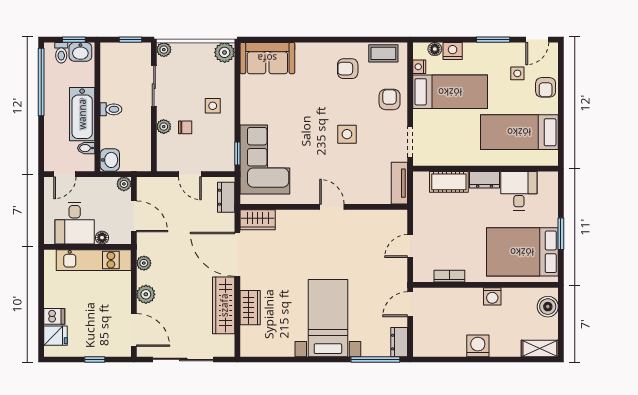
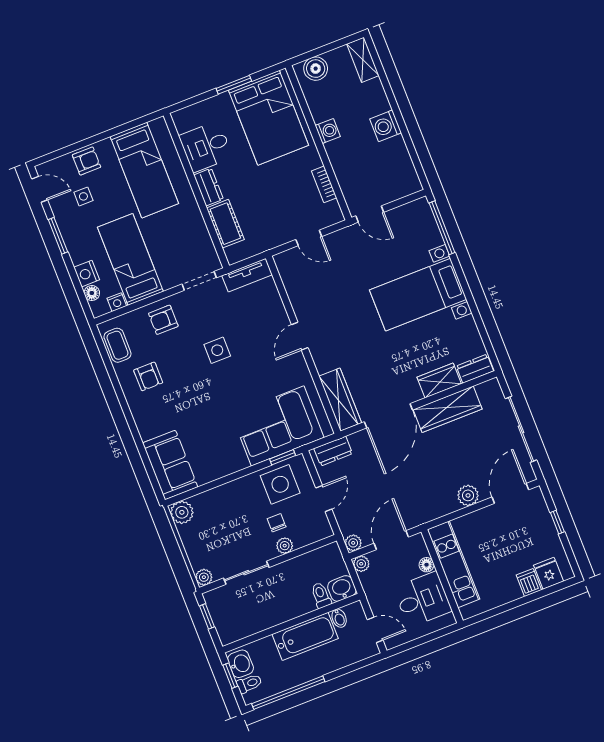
side table: (213, 106) -> (280, 484), moved, width x1.87, depth x1.87
toilet: (111, 109) -> (321, 595), moved
wardrobe: (258, 220) -> (340, 400), width x1.50
plant: (144, 263) -> (353, 543), moved
dresser: (399, 342) -> (475, 369), moved, turned 180

